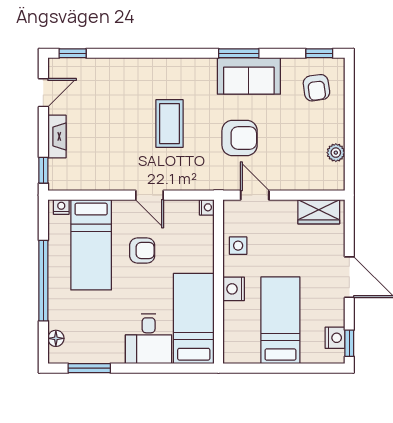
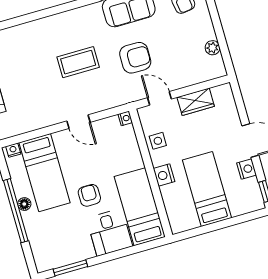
coffee table: (169, 124) -> (78, 62), turned 90
wardrobe: (319, 212) -> (196, 102), moved
armchair: (142, 250) -> (89, 195), moved, turned -90
floor lamp: (56, 338) -> (24, 204), moved
nightstand: (335, 338) -> (247, 169), moved

